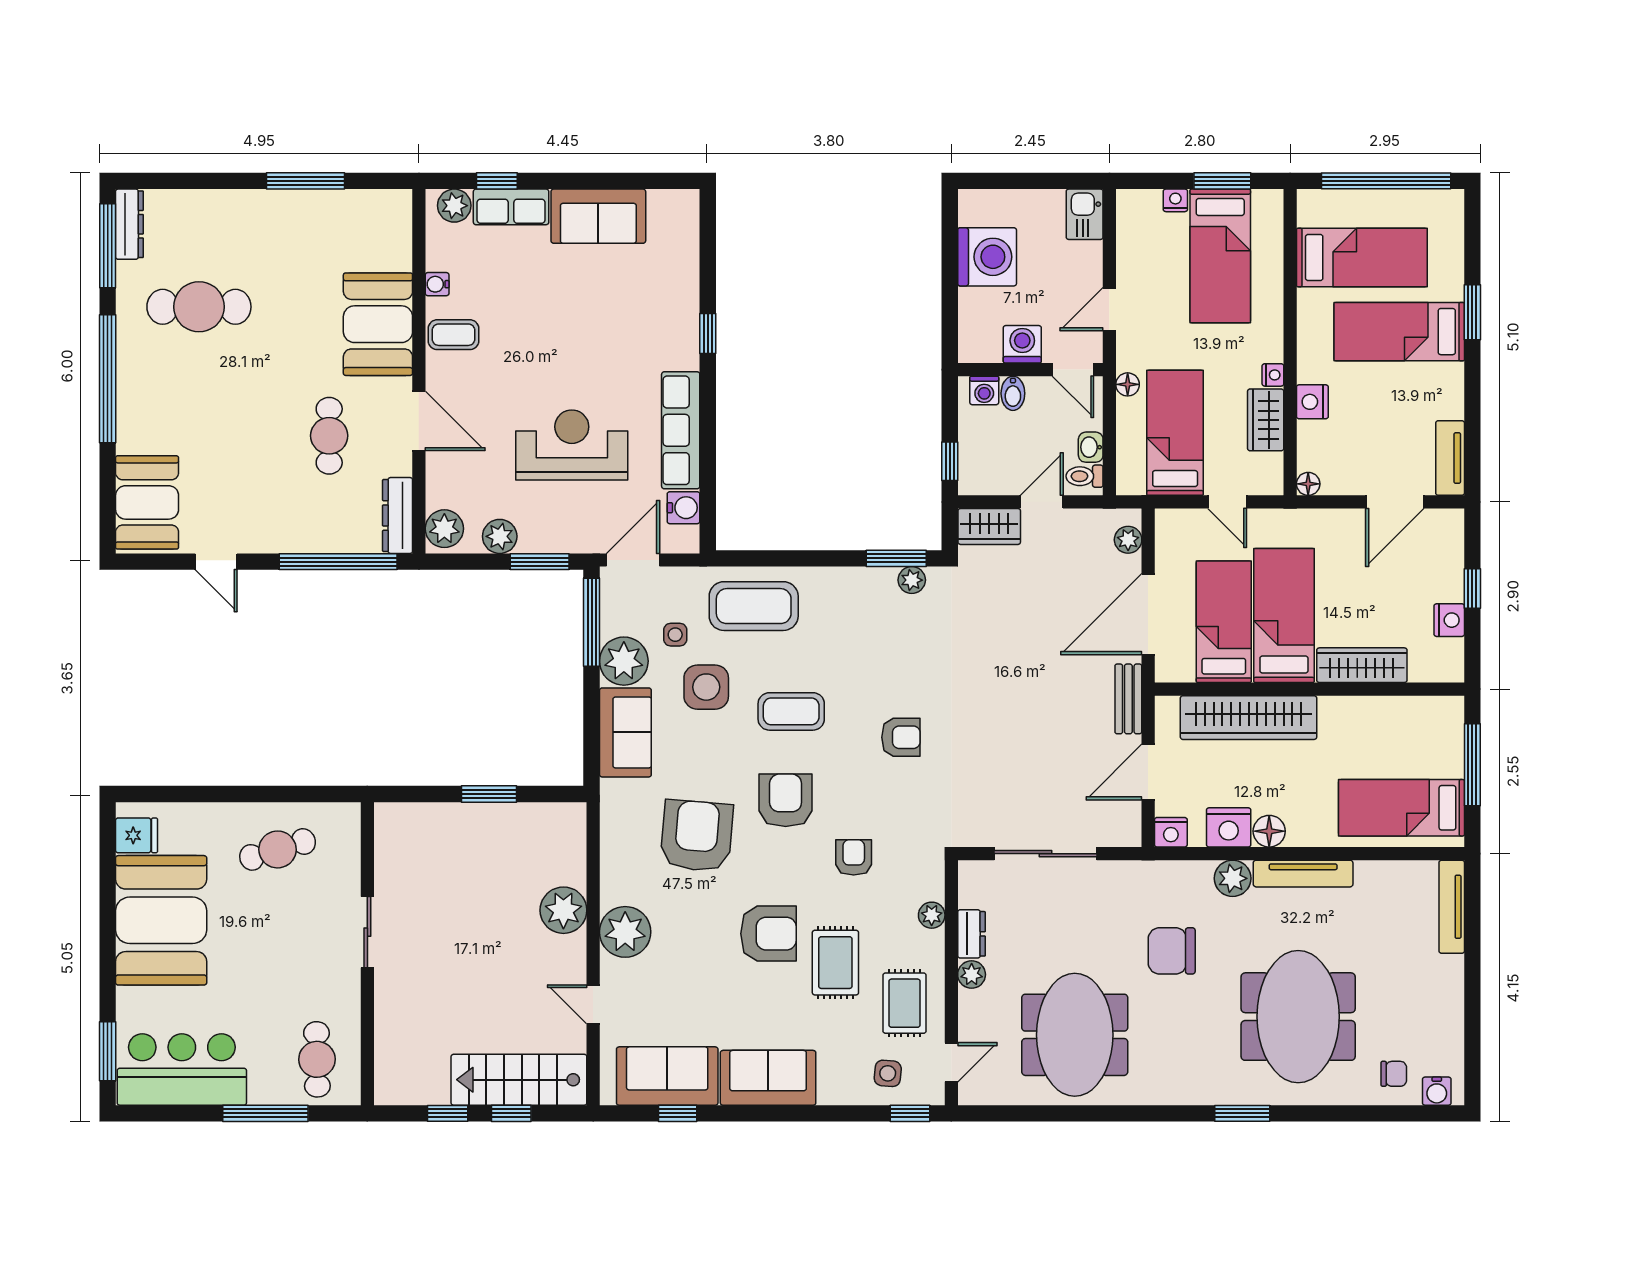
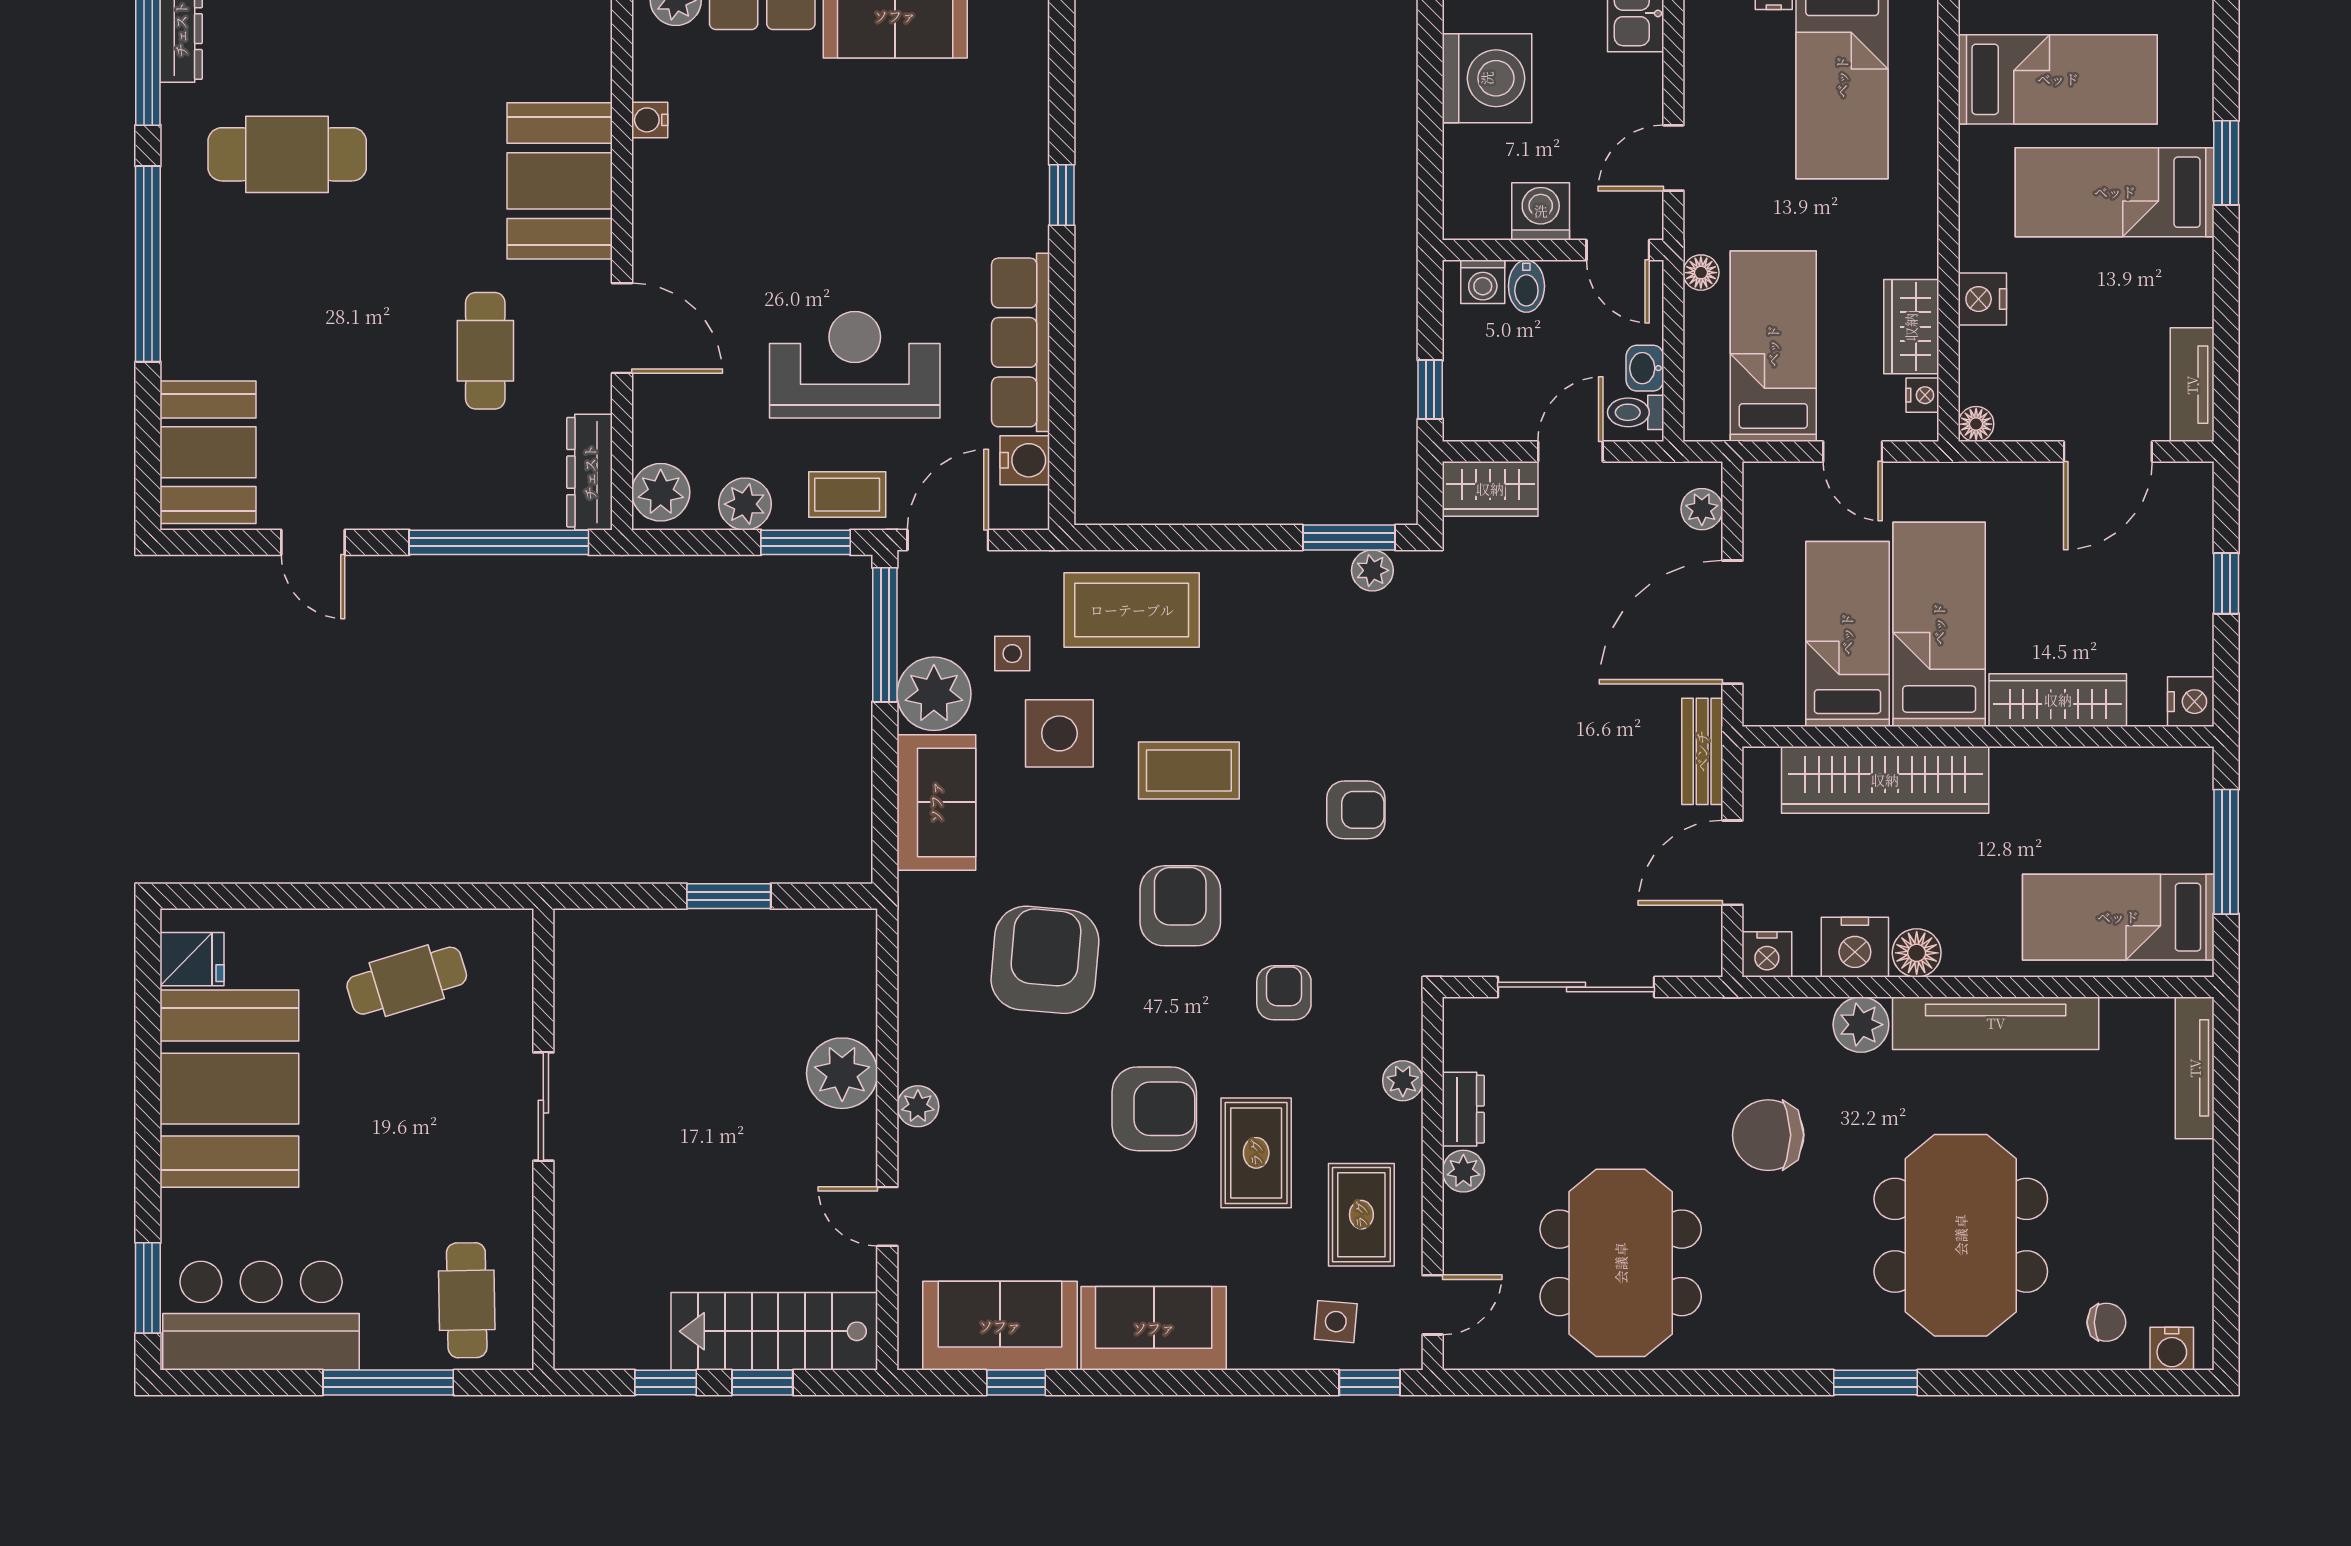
coffee table: (453, 335) -> (847, 495), moved
nightstand: (1273, 375) -> (1922, 395), moved
nightstand: (1449, 620) -> (2191, 702), moved
tv unit: (1303, 874) -> (1996, 1023), width x1.36, depth x1.29
plant: (625, 932) -> (918, 1106), width x0.53, depth x0.53

